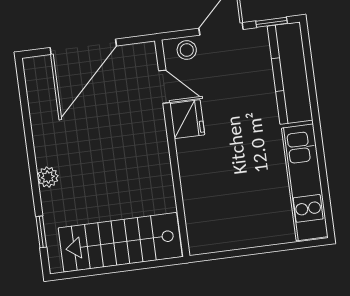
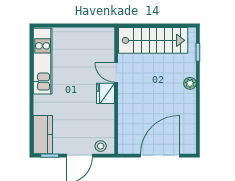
kitchen counter: (290, 73) -> (43, 135), width x0.67
door: (164, 87) -> (116, 73), moved
fridge: (187, 119) -> (105, 93), moved

